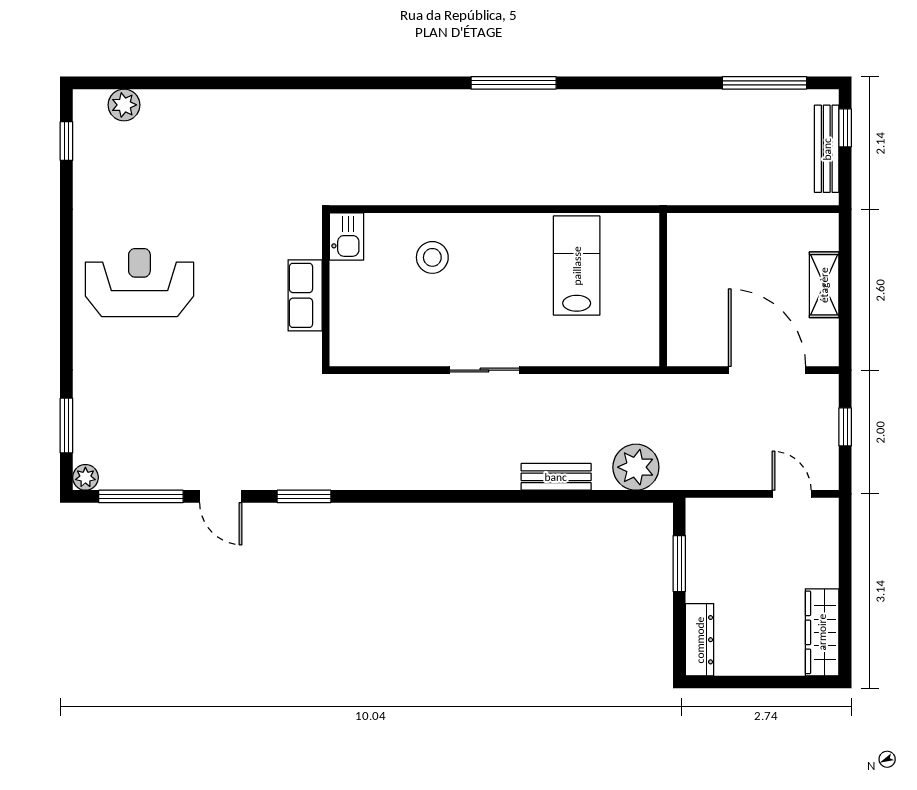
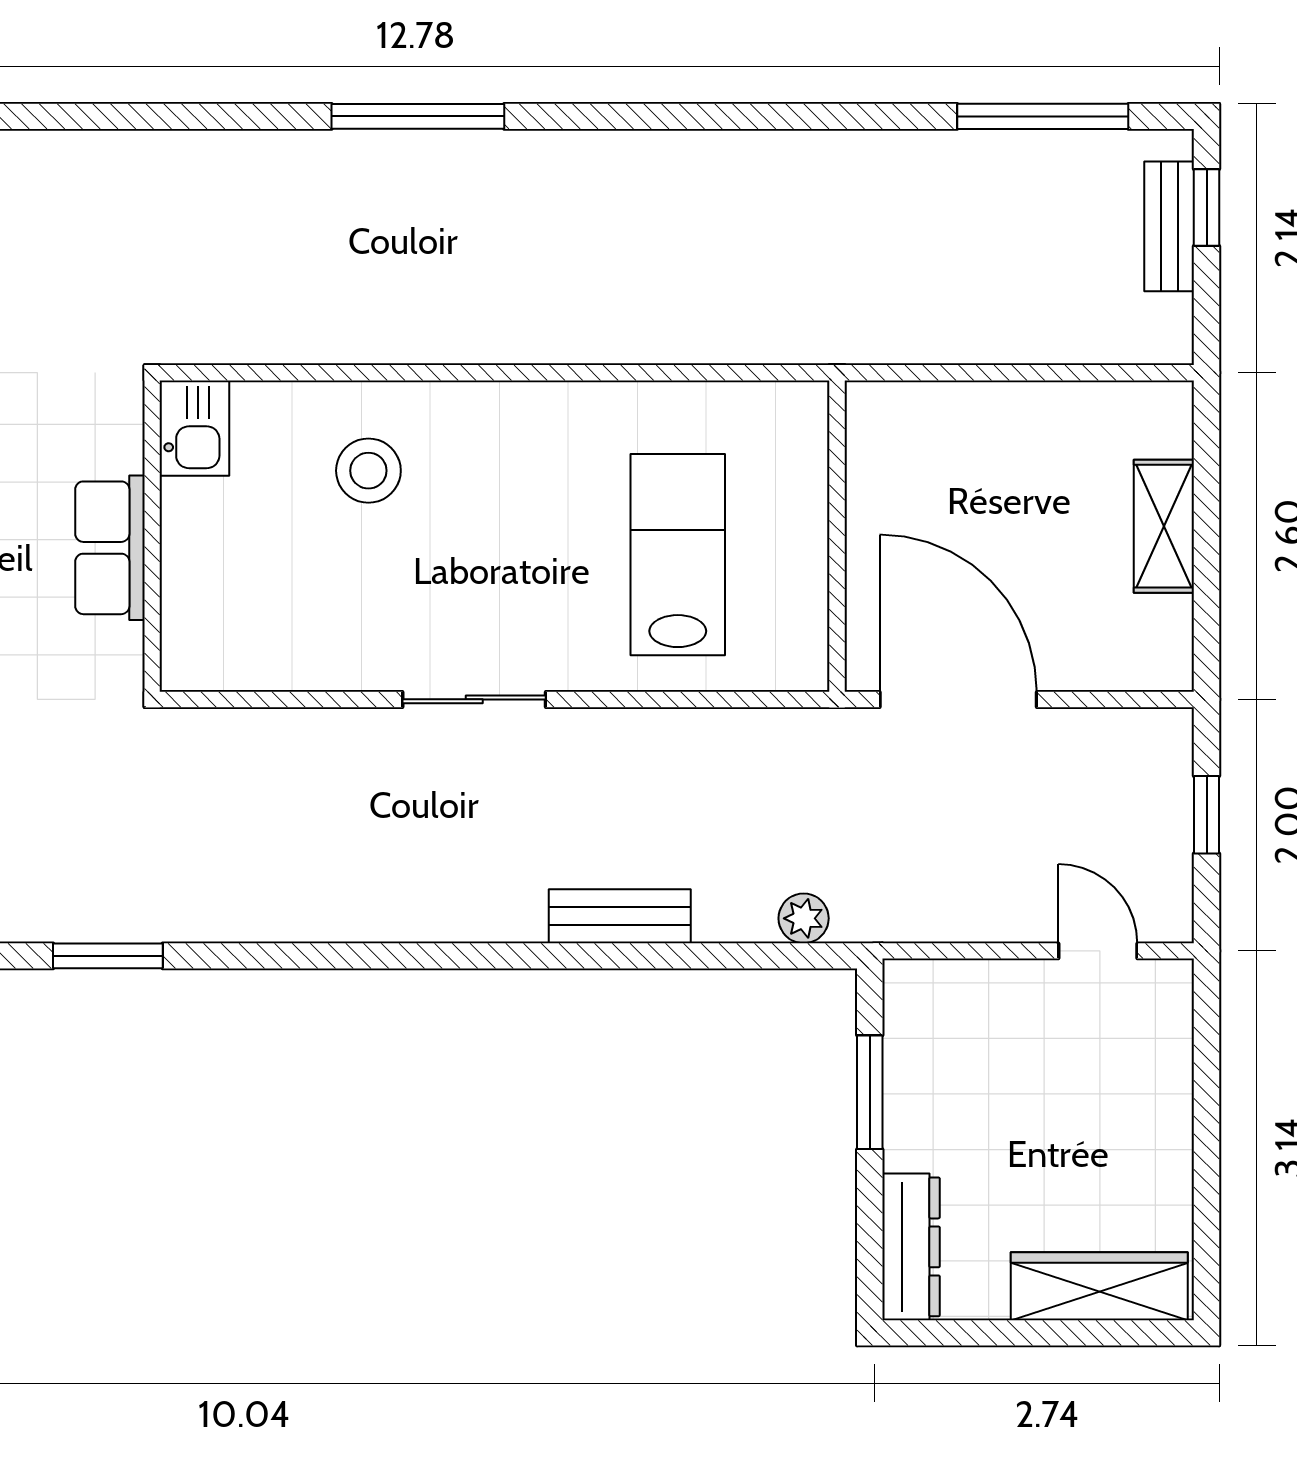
window: (514, 83) -> (418, 116), moved
bench: (827, 149) -> (1169, 226), width x0.73
lab bench: (577, 266) -> (678, 555), moved
door: (767, 370) -> (958, 699), moved
plant: (636, 467) -> (804, 918), width x0.53, depth x0.53
wardrobe: (822, 632) -> (1099, 1286), moved, turned 90

